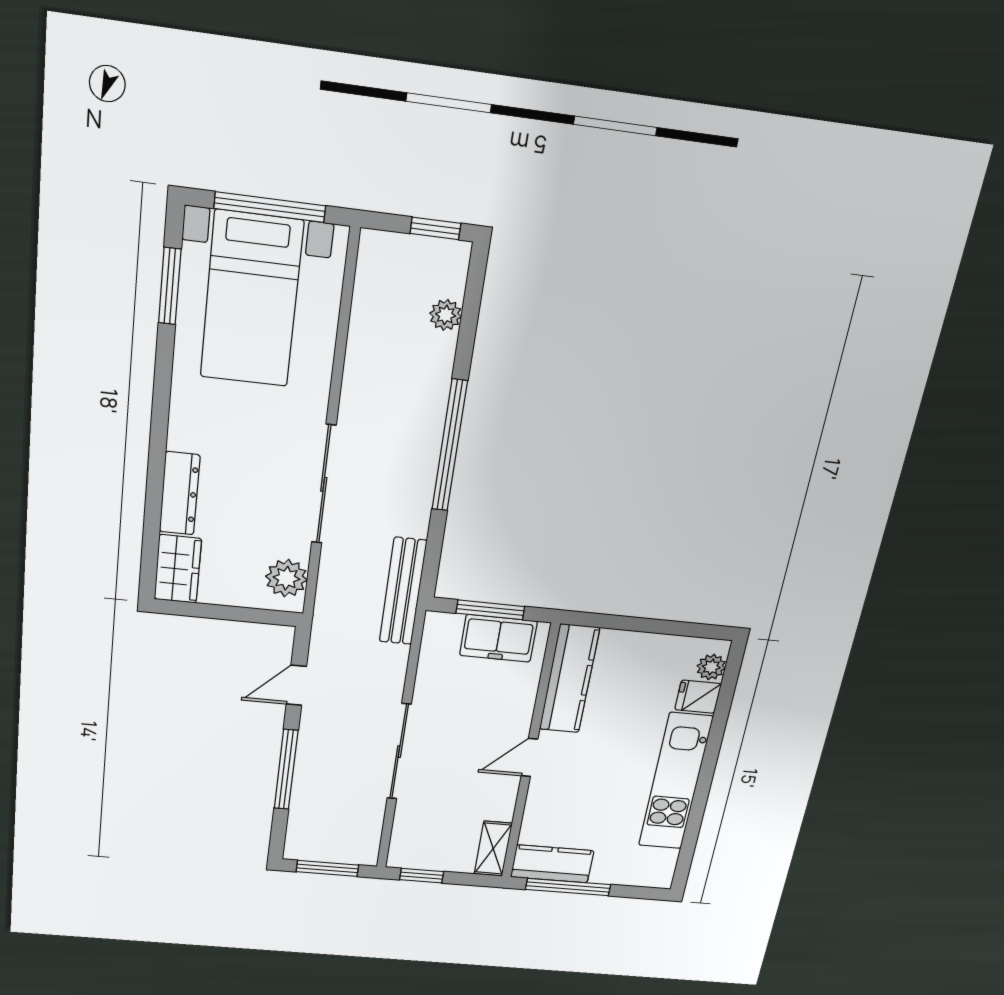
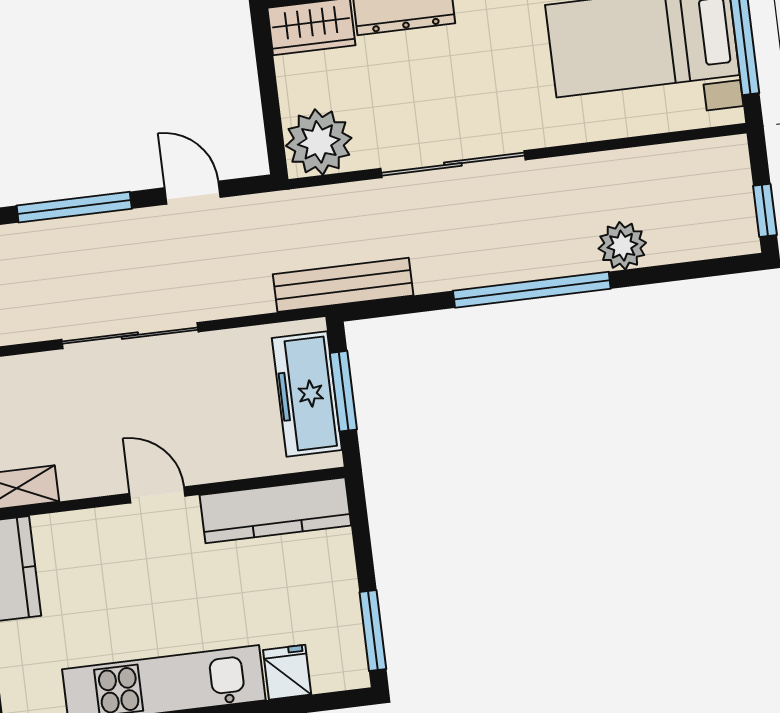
plant: (446, 315) -> (622, 246), moved, width x1.38, depth x1.38
plant: (286, 578) -> (319, 142), width x1.36, depth x1.36
window: (689, 629) -> (373, 631), added
freezer: (498, 638) -> (307, 394), width x1.40
plant: (711, 667) -> (330, 674), removed

